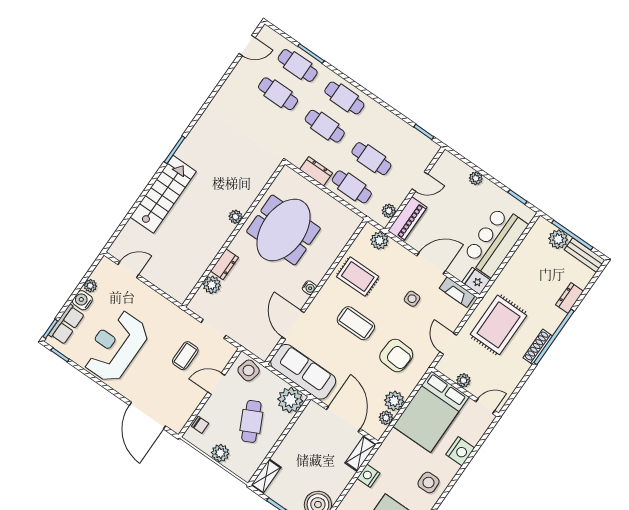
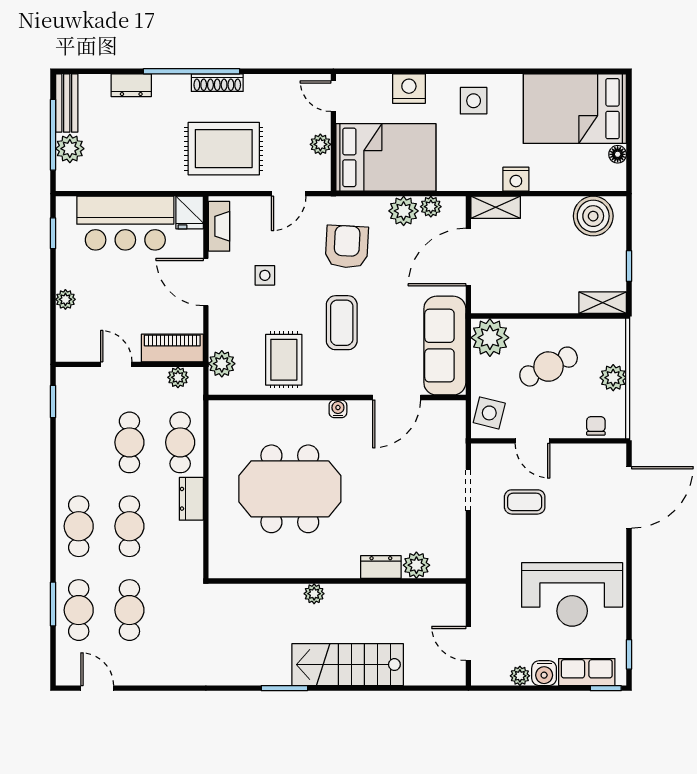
plant: (236, 217) -> (314, 594), moved
wall: (234, 234) -> (337, 581), moved
dresser: (224, 264) -> (381, 567), moved
plant: (212, 285) -> (416, 565), moved

